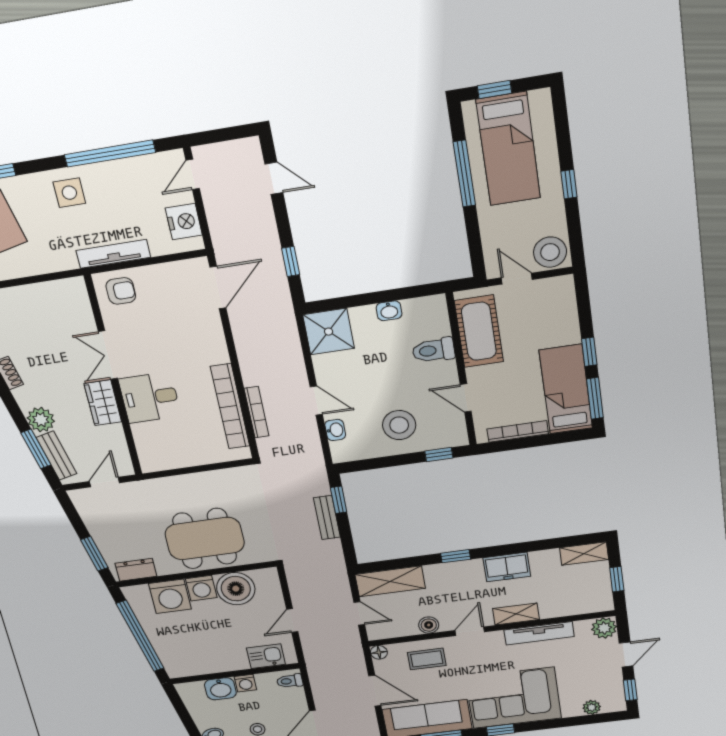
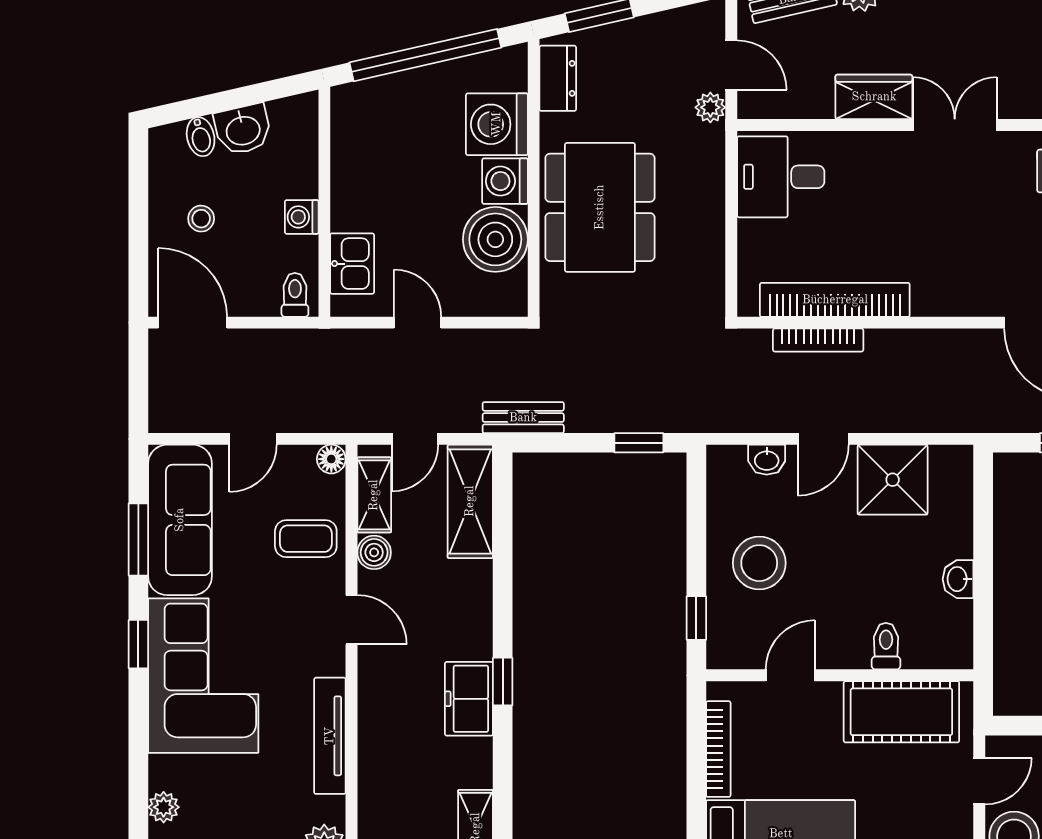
shower: (329, 332) -> (893, 480), moved
toilet: (433, 350) -> (886, 646), width x0.73, depth x0.72
desk: (150, 398) -> (781, 177), moved, turned -90
plant: (132, 490) -> (710, 107), added
bench: (327, 518) -> (523, 418), moved
window: (456, 556) -> (503, 682), moved
shelving: (516, 614) -> (374, 495), moved
coffee table: (427, 659) -> (306, 539), turned 90
washbasin: (220, 689) -> (243, 129), moved, turned -103
door: (375, 691) -> (253, 439), width x0.73

